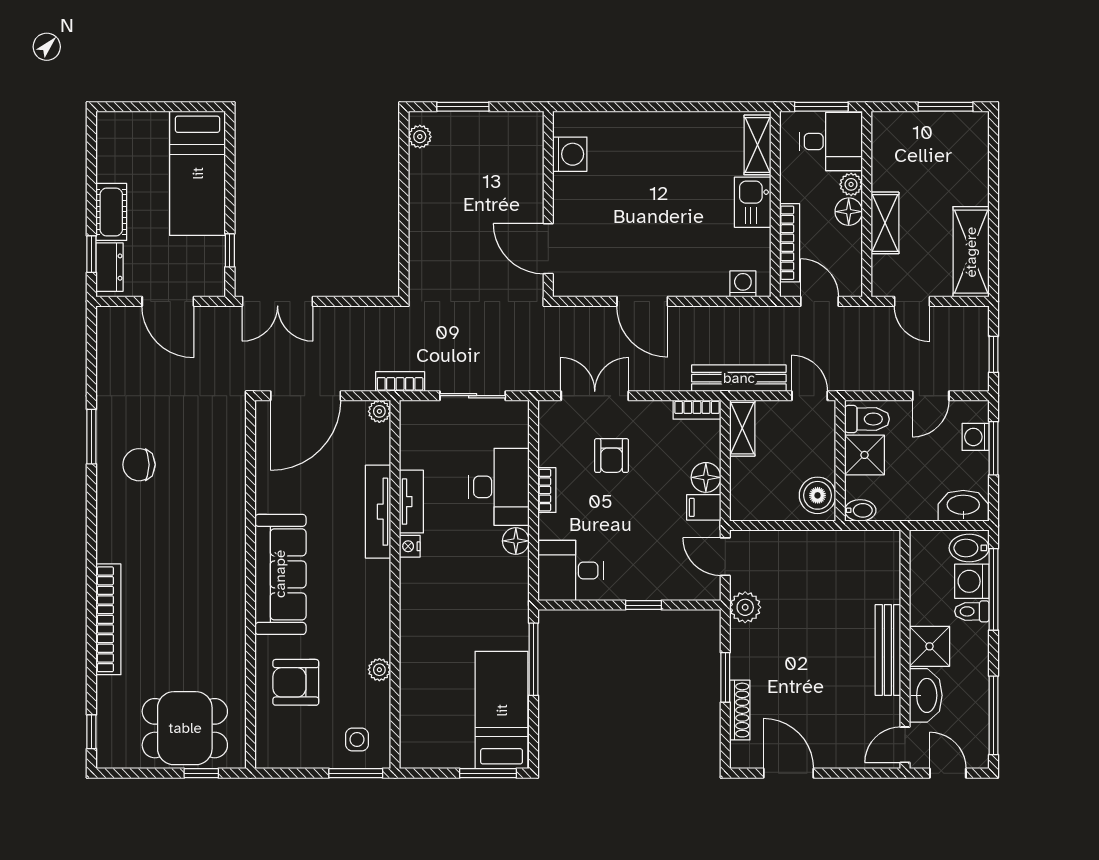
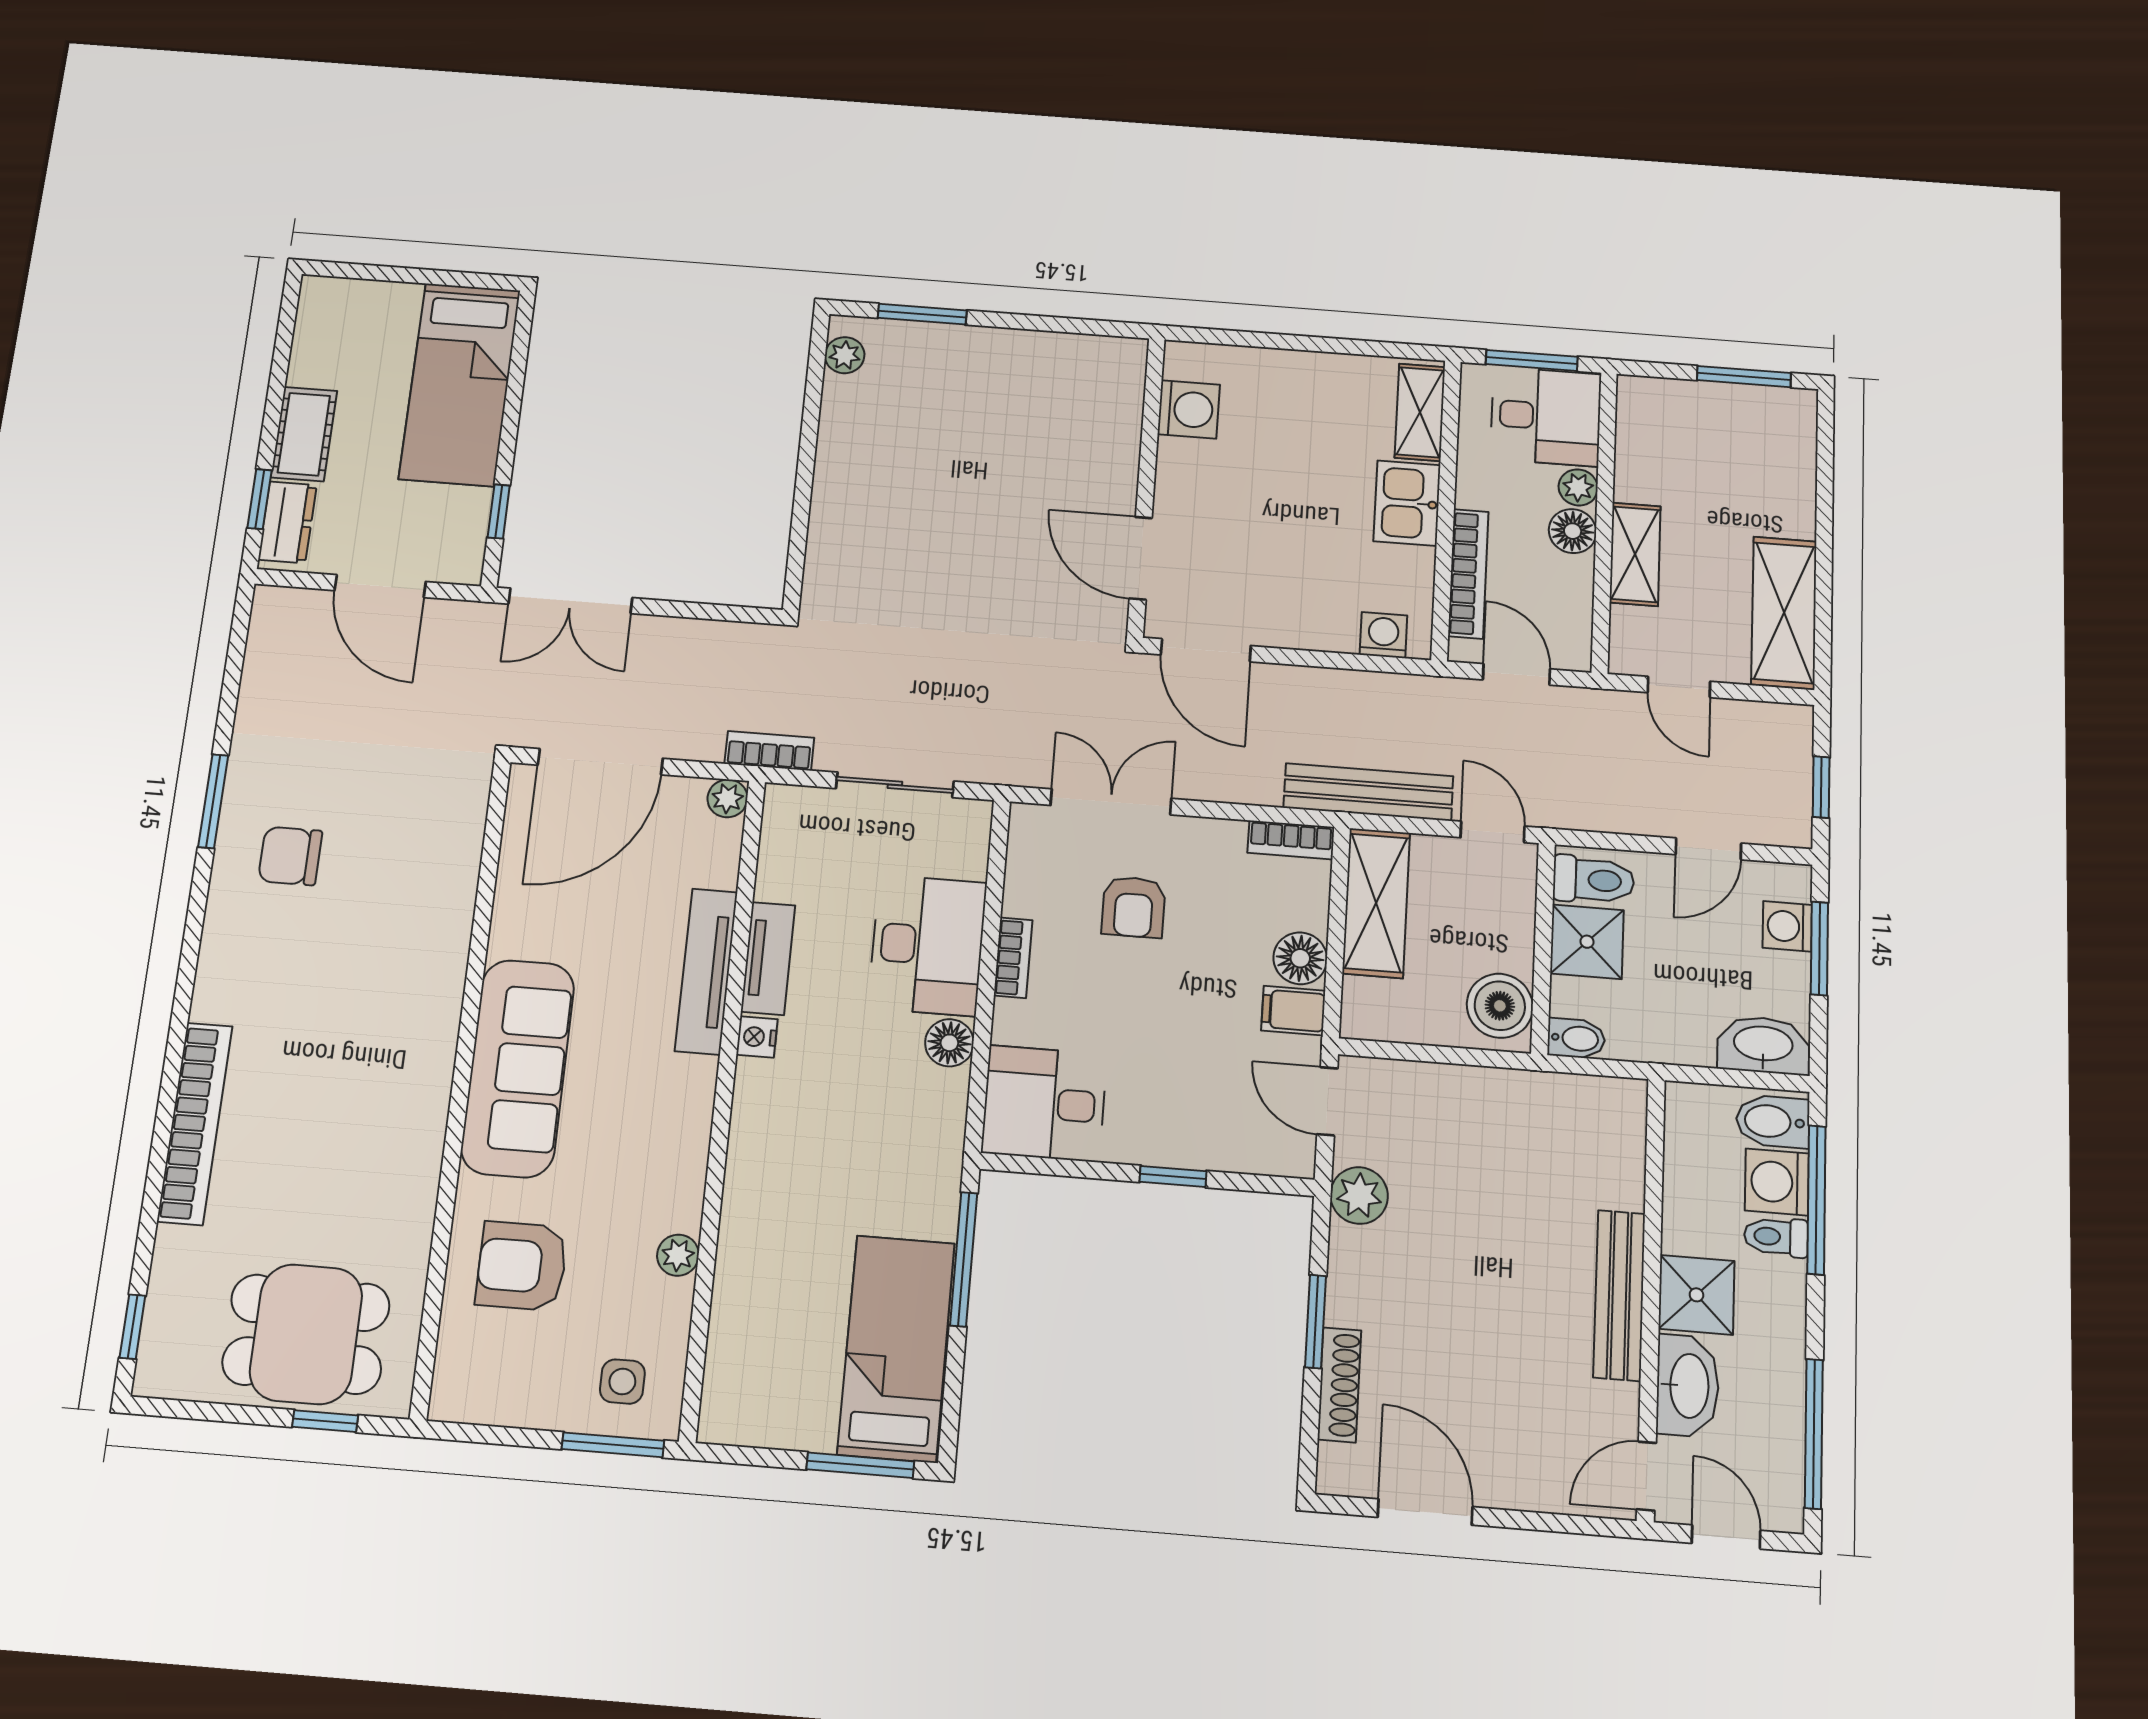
washing machine: (570, 154) -> (1189, 409), moved
wall: (548, 204) -> (1146, 486), moved
door: (548, 249) -> (1141, 558), moved
shelving: (742, 428) -> (1376, 903), width x1.50, depth x1.33

